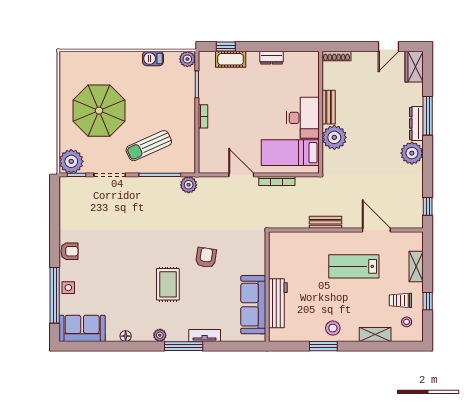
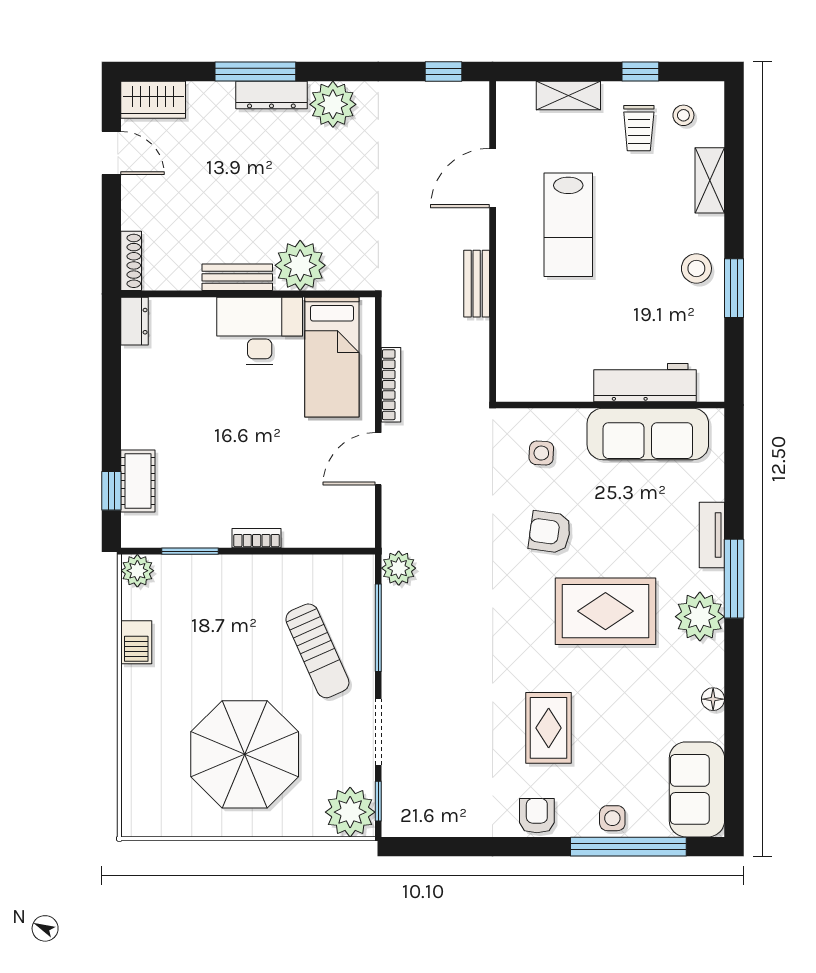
dresser: (271, 58) -> (135, 321), moved
side table: (244, 253) -> (541, 453), added
rug: (112, 257) -> (549, 728), added
rug: (168, 284) -> (605, 611), width x1.36, depth x1.43
plant: (160, 335) -> (700, 617), width x1.88, depth x1.88

